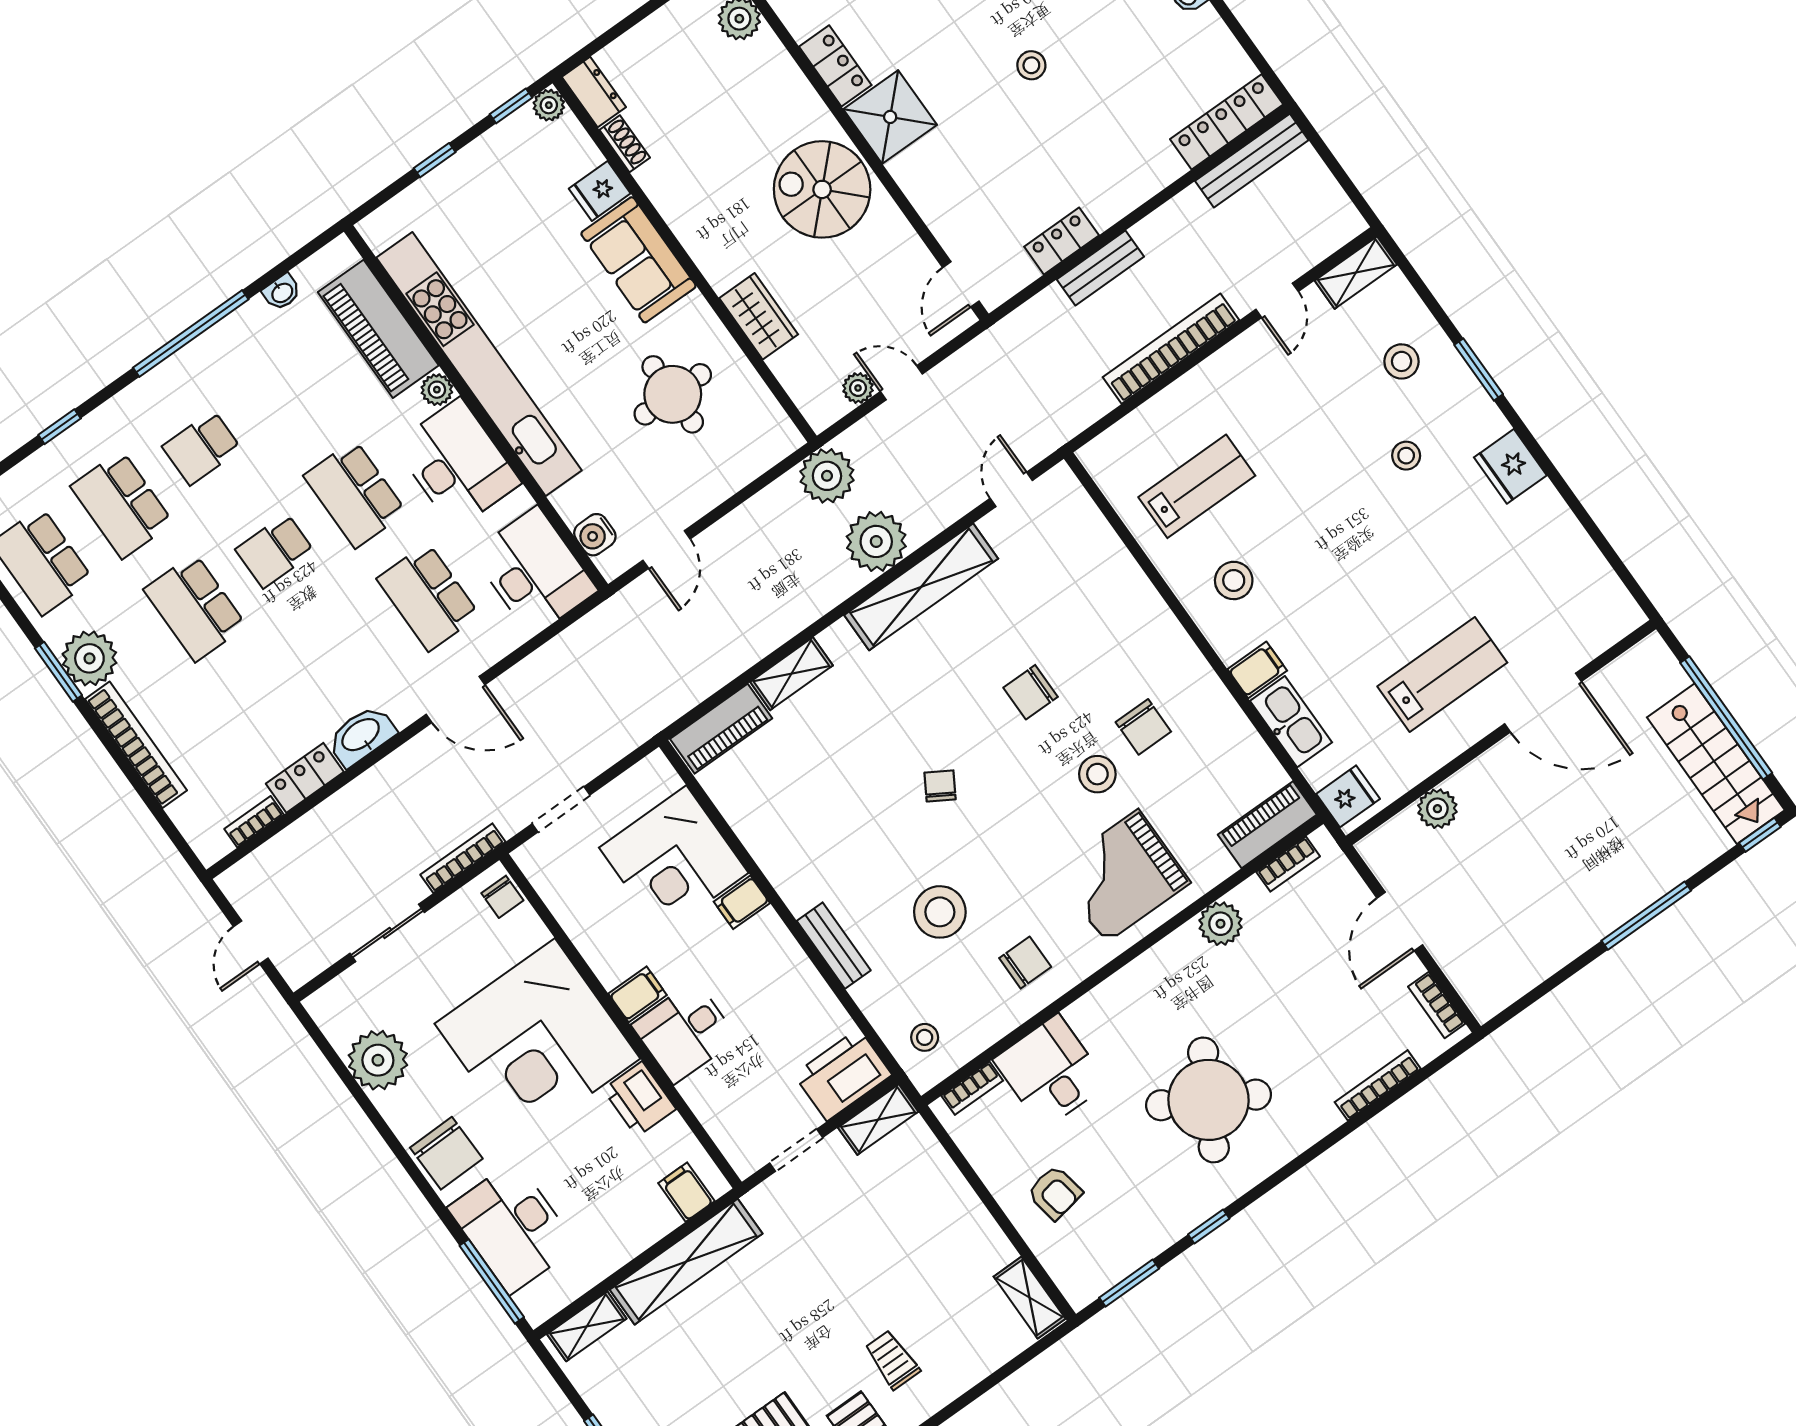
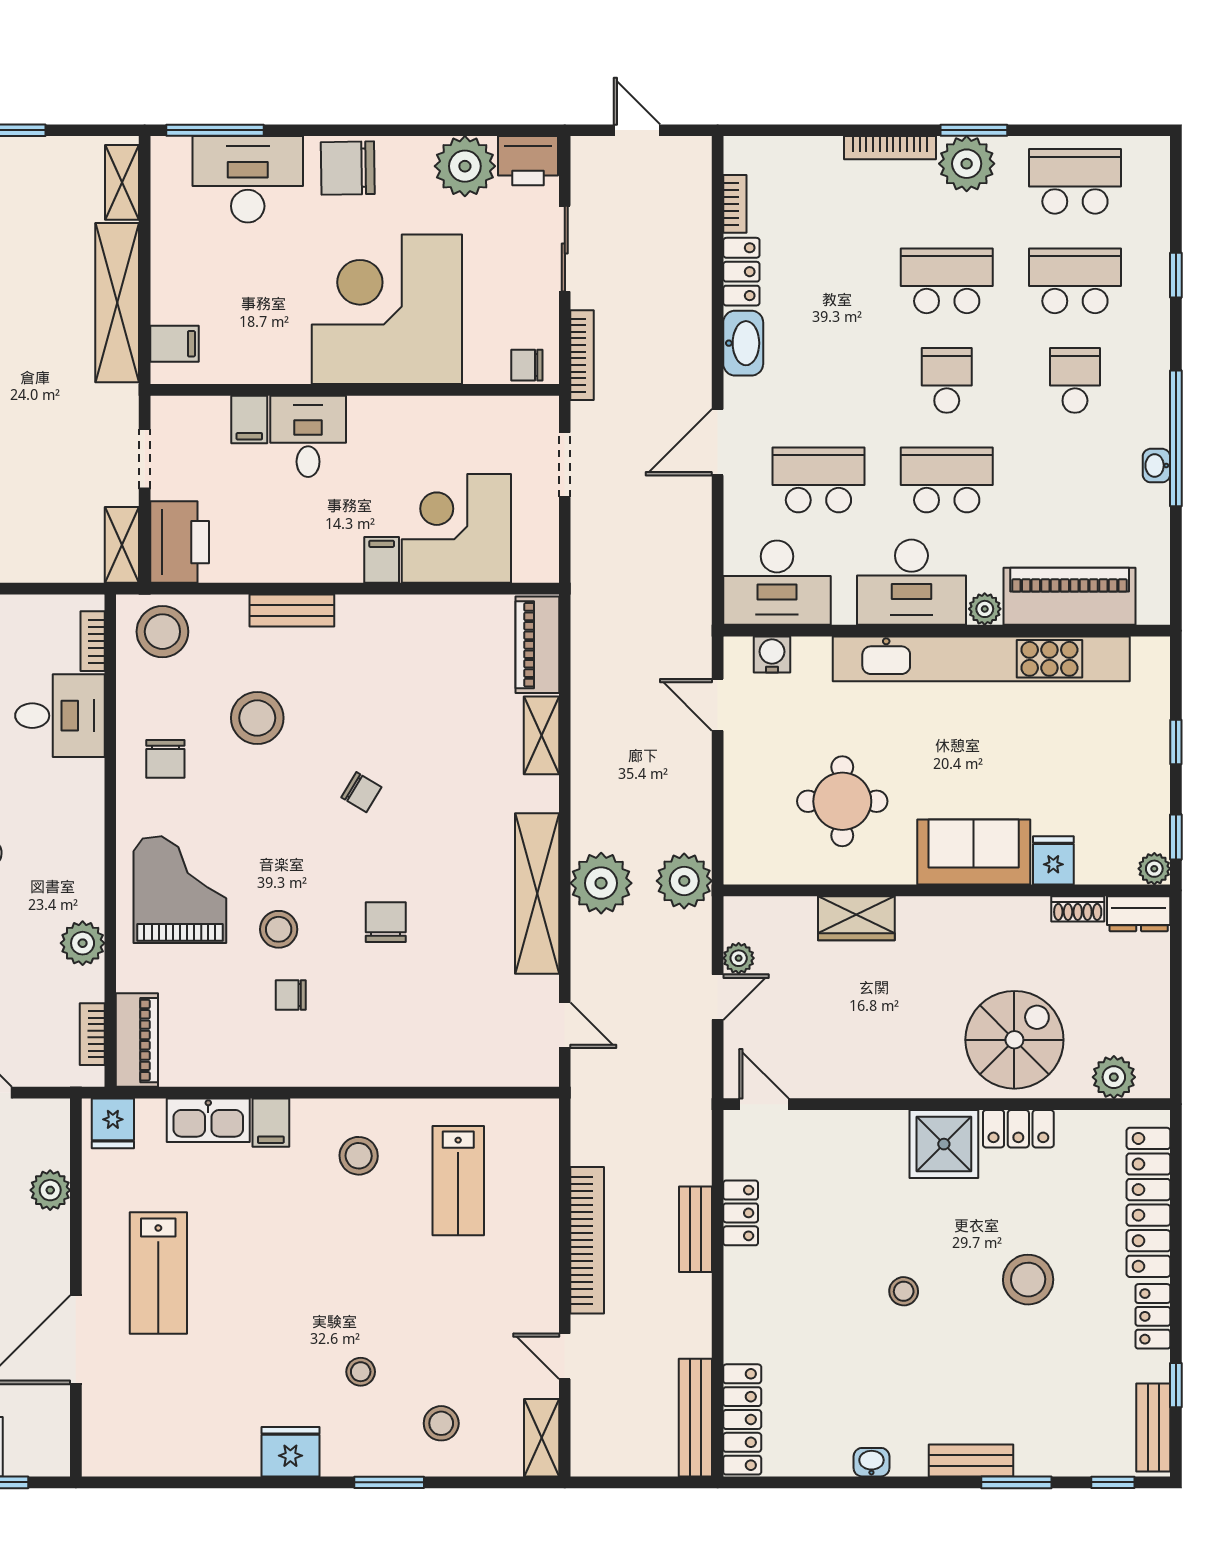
spiral stairs: (822, 189) -> (1014, 1040), moved
washbasin: (282, 292) -> (1156, 466), moved
chair: (1143, 727) -> (291, 995), width x0.73, depth x0.73
bookcase: (136, 745) -> (890, 148), width x0.68, depth x0.76
filing cabinet: (638, 994) -> (249, 420), moved
stool: (925, 1037) -> (162, 632), width x1.89, depth x1.89
printer: (639, 1099) -> (528, 161), moved, turned 180

